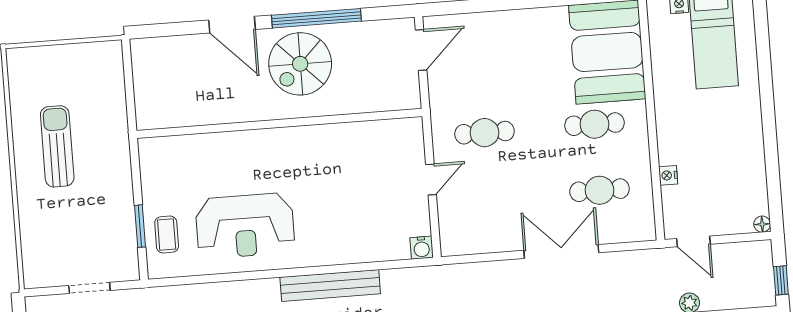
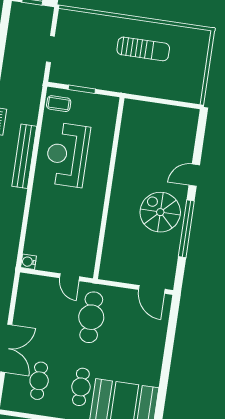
door: (232, 25) -> (194, 175), width x0.73
wall: (279, 123) -> (109, 188), moved
cafe table: (485, 133) -> (91, 317), width x1.37, depth x1.35
coffee table: (167, 235) -> (59, 104), moved
bench: (330, 285) -> (24, 156), moved

